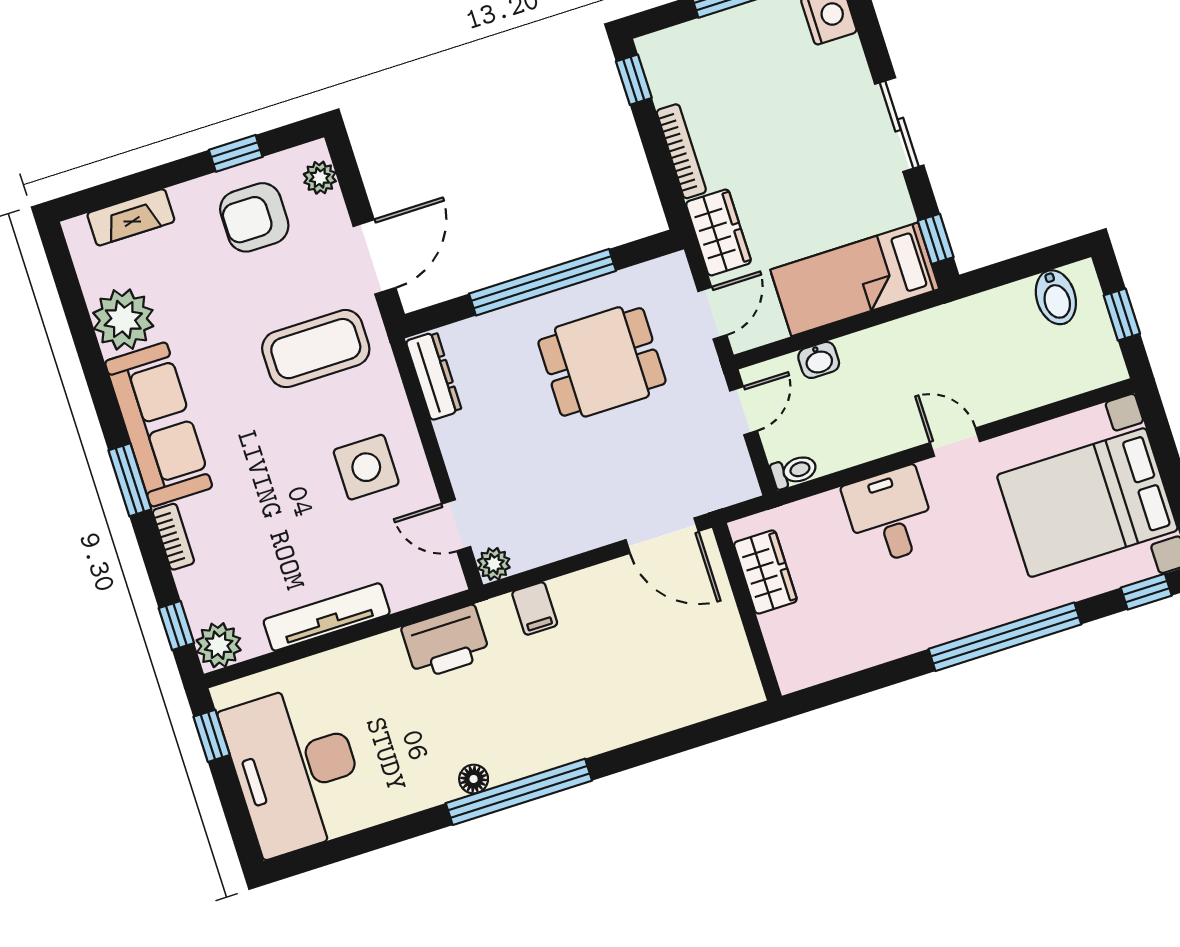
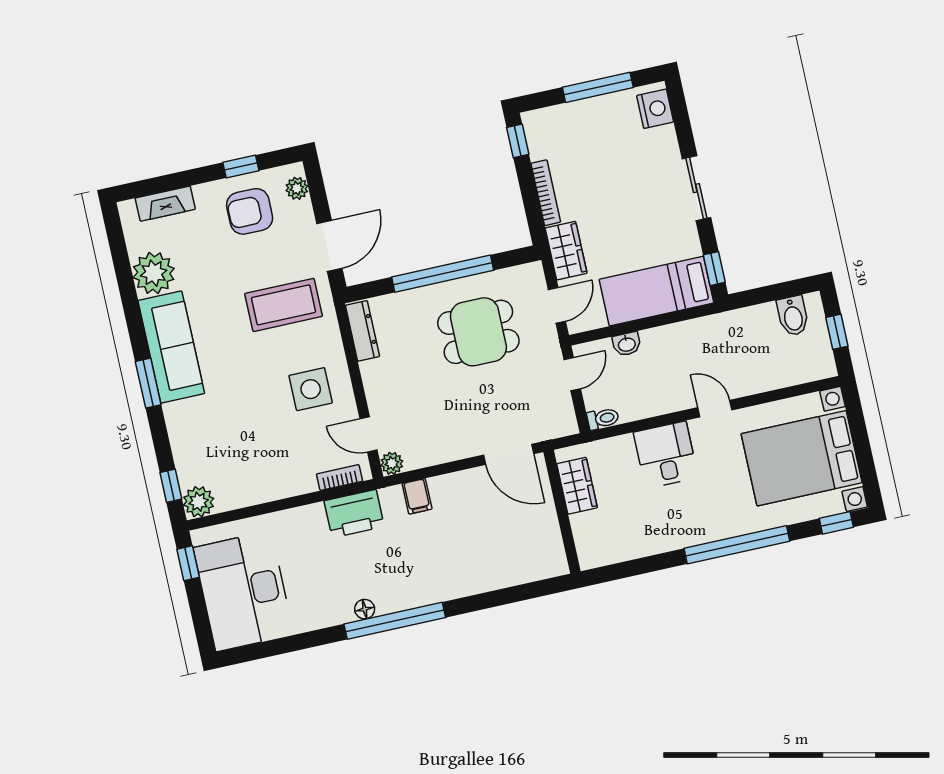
bookcase: (173, 537) -> (340, 478), moved, turned -90
tv unit: (327, 617) -> (274, 489), removed

